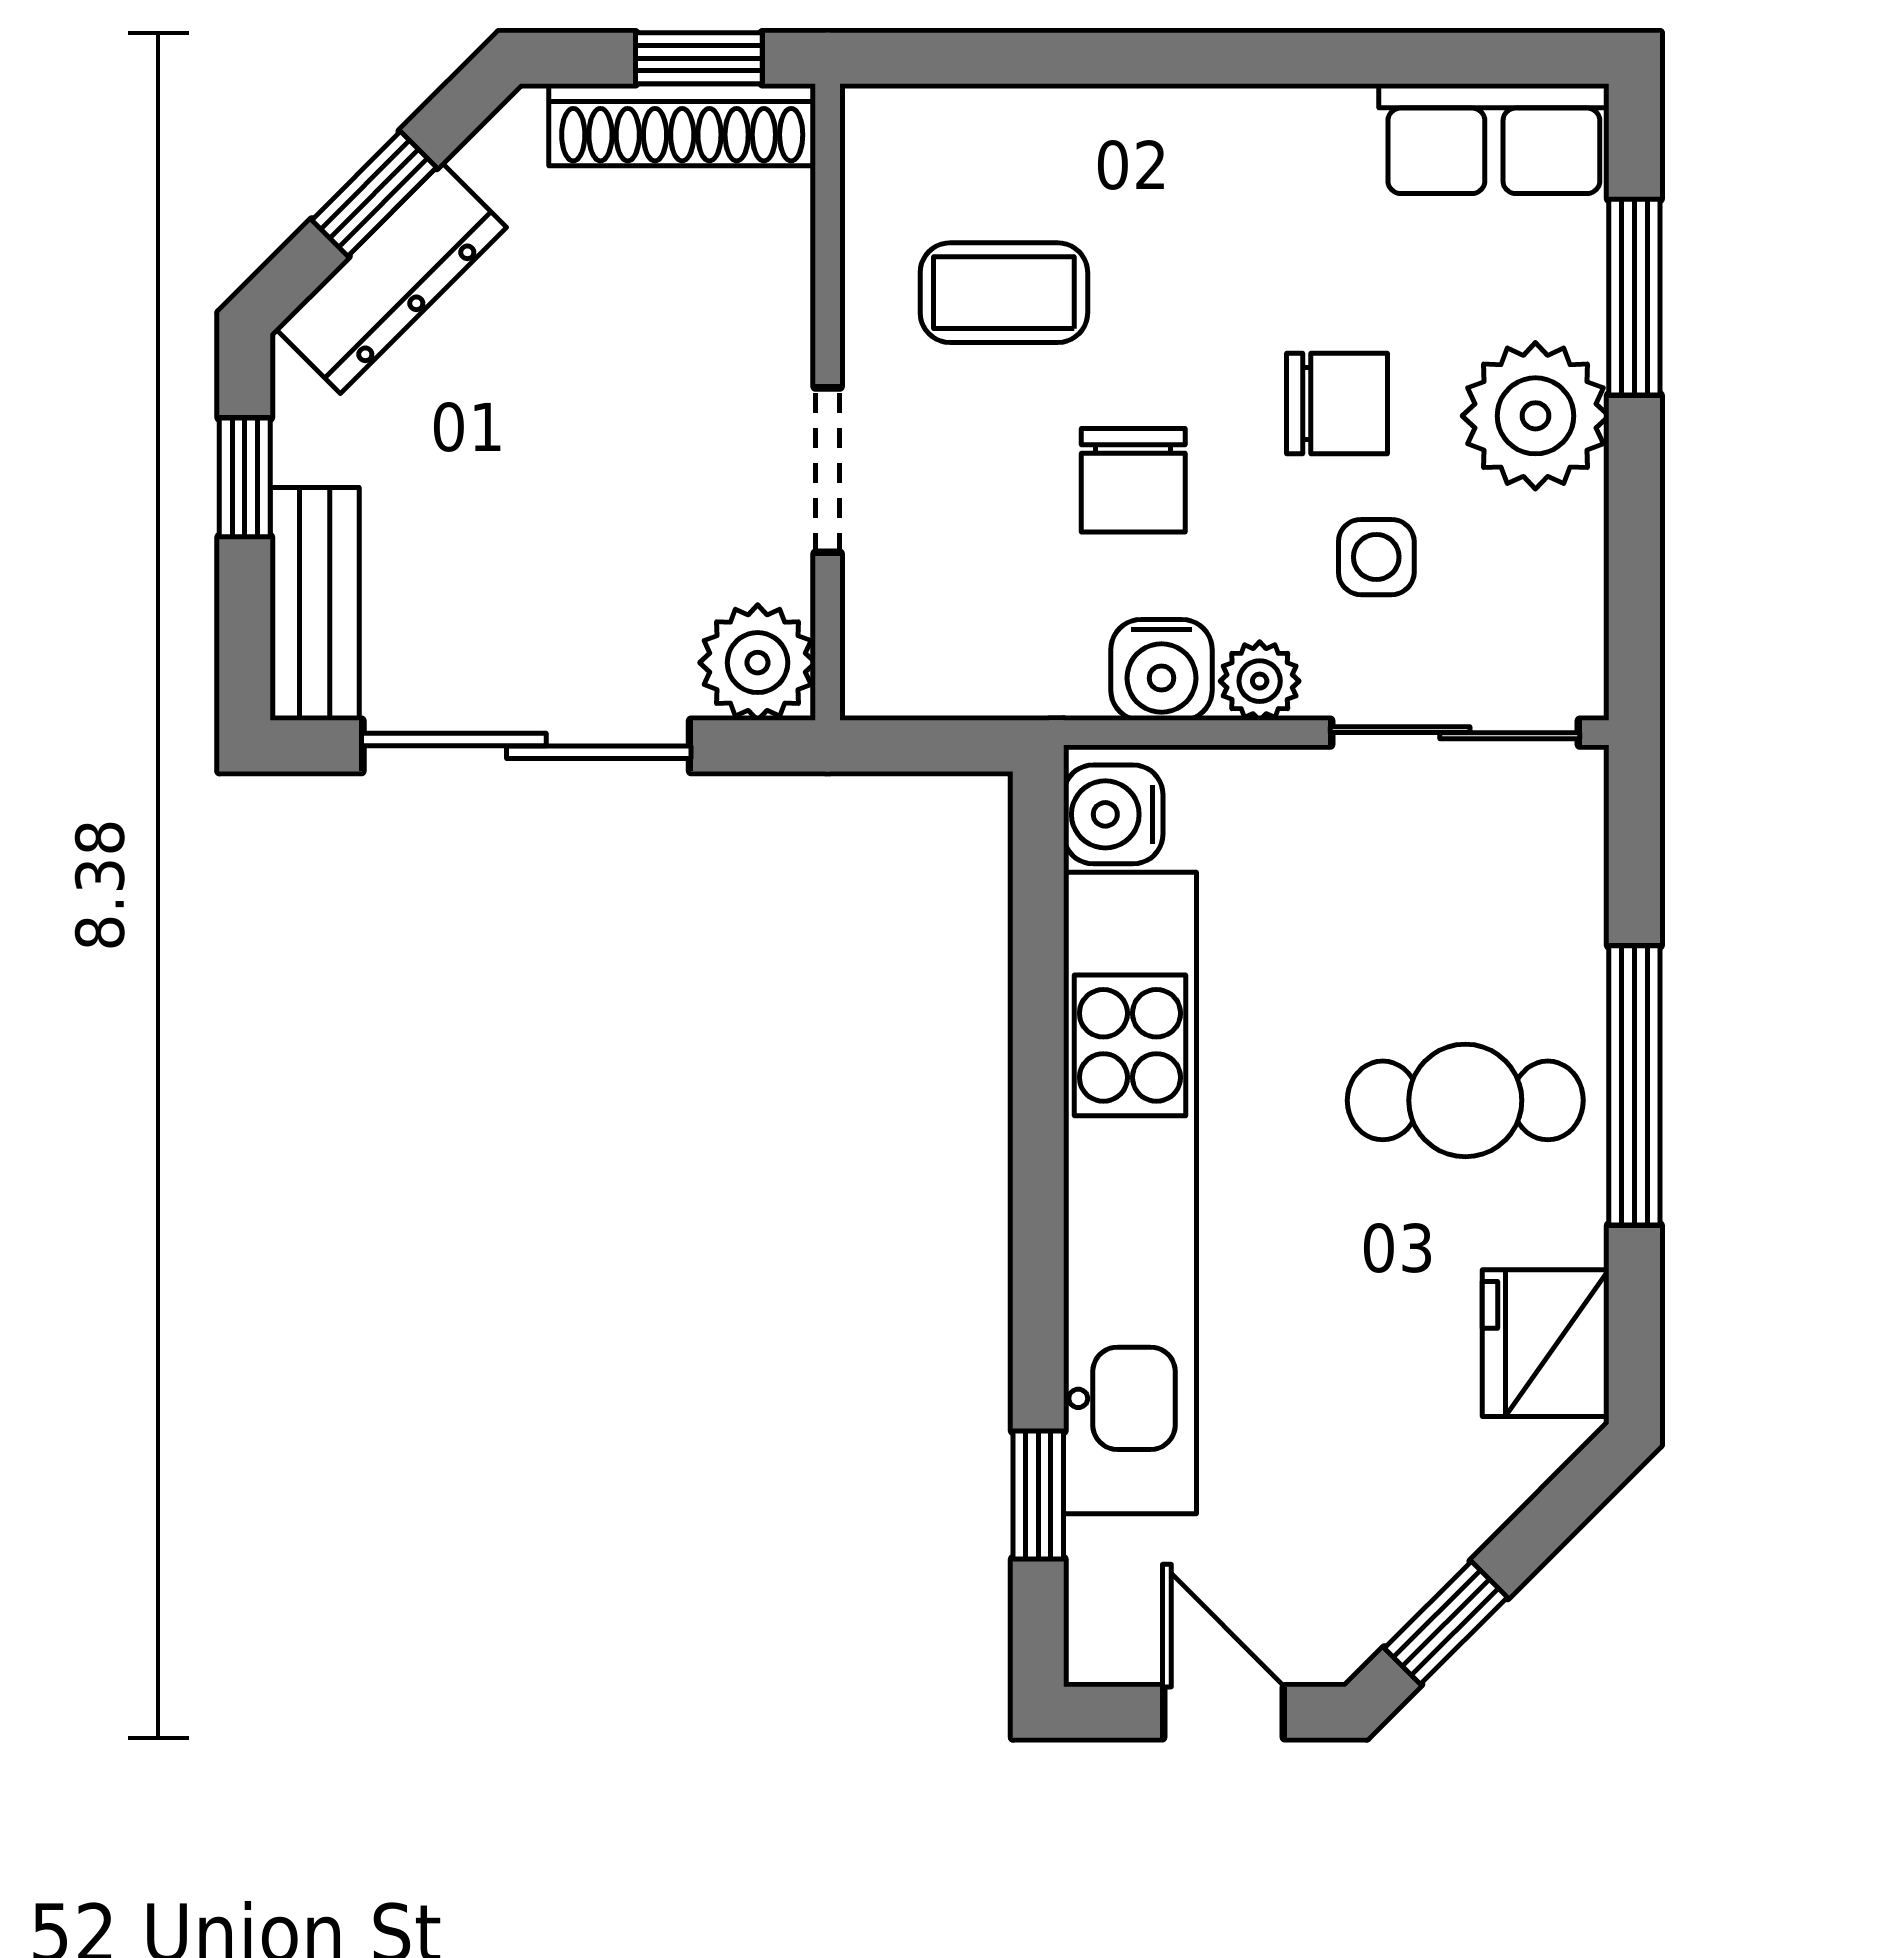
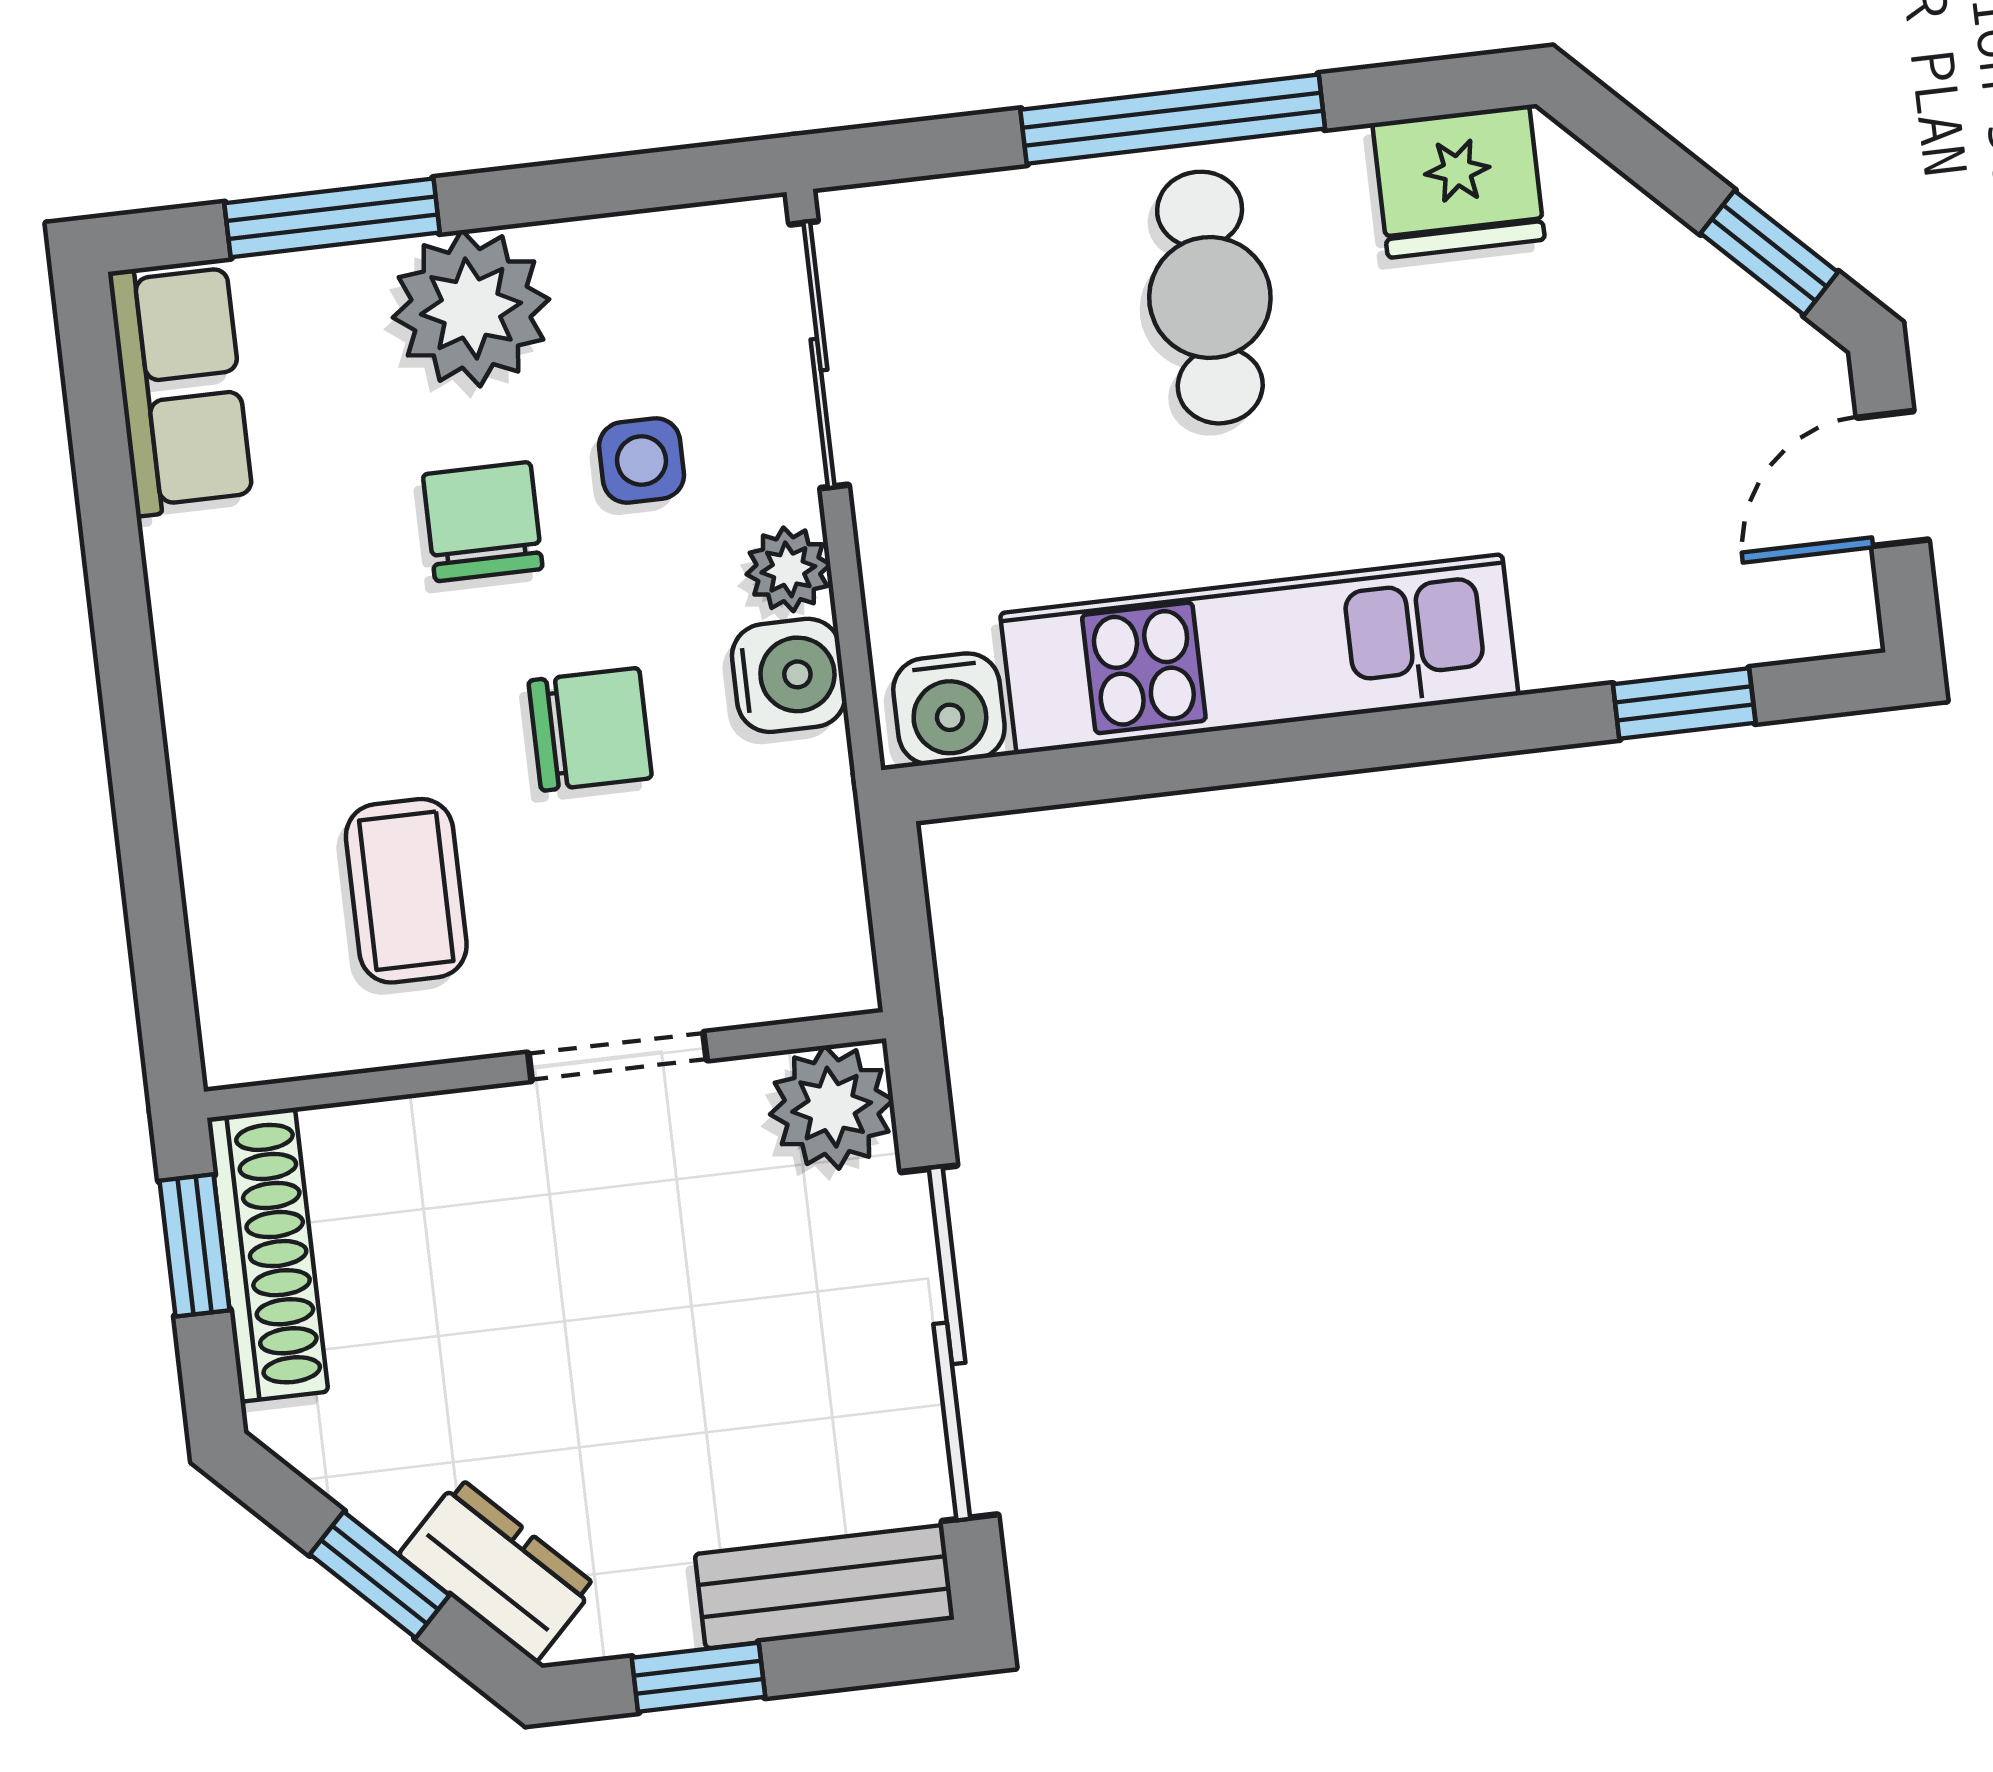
dresser: (391, 278) -> (498, 1570), width x0.70
kitchen unit: (1130, 1193) -> (1259, 654), width x0.73

